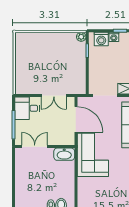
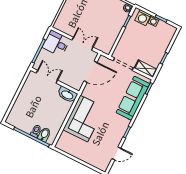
double door: (54, 95) -> (82, 44), swing flipped
door: (76, 119) -> (91, 72), hinge flipped
corner sofa: (93, 155) -> (84, 119), moved

